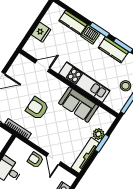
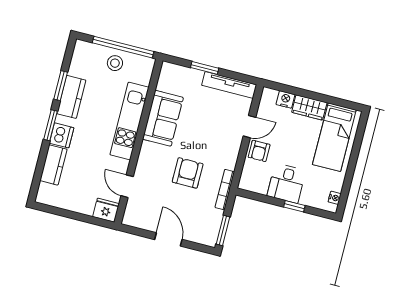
fridge: (41, 32) -> (106, 210), moved
armchair: (37, 108) -> (188, 173), turned 180
plant: (98, 134) -> (194, 77), removed

